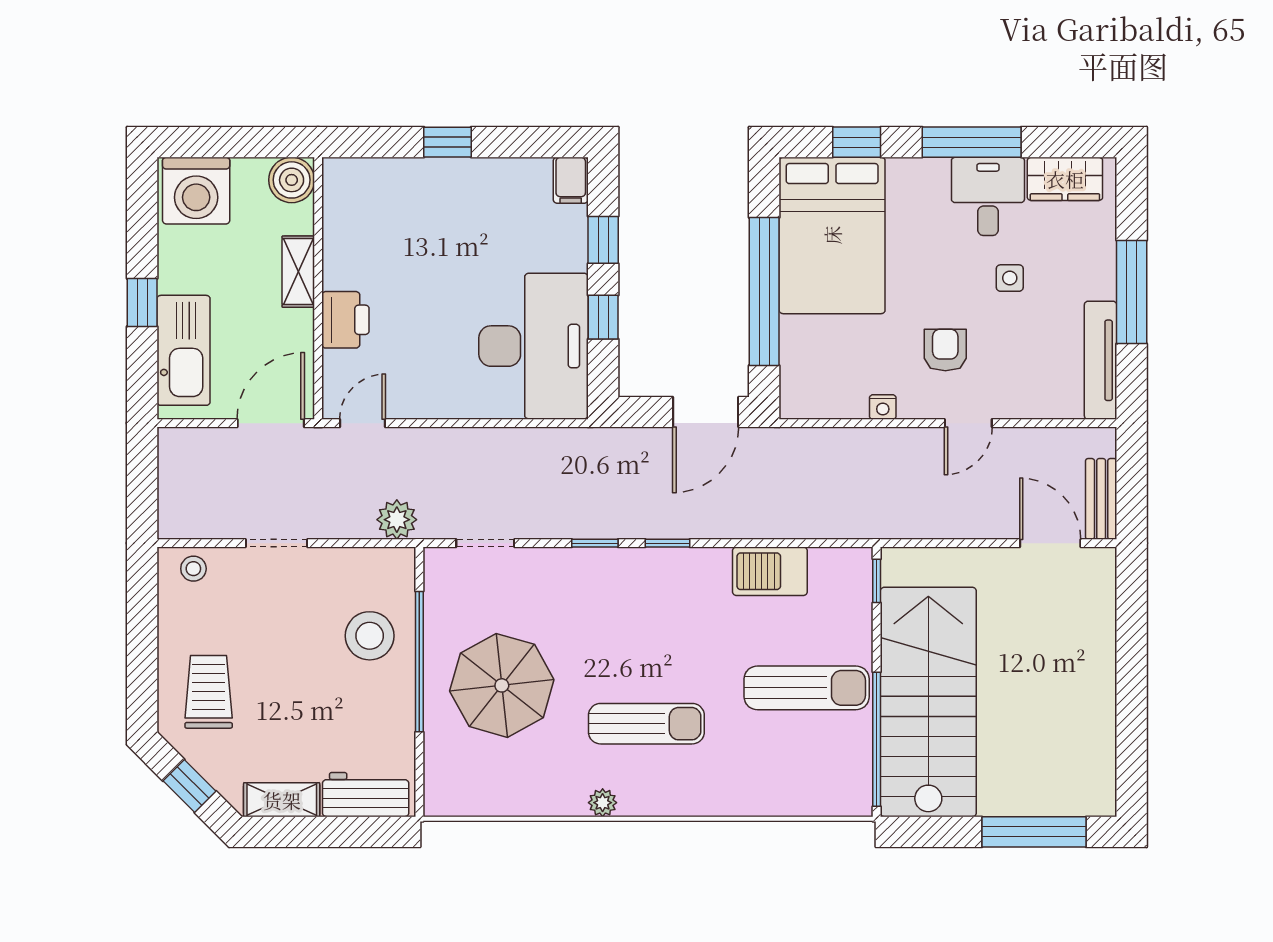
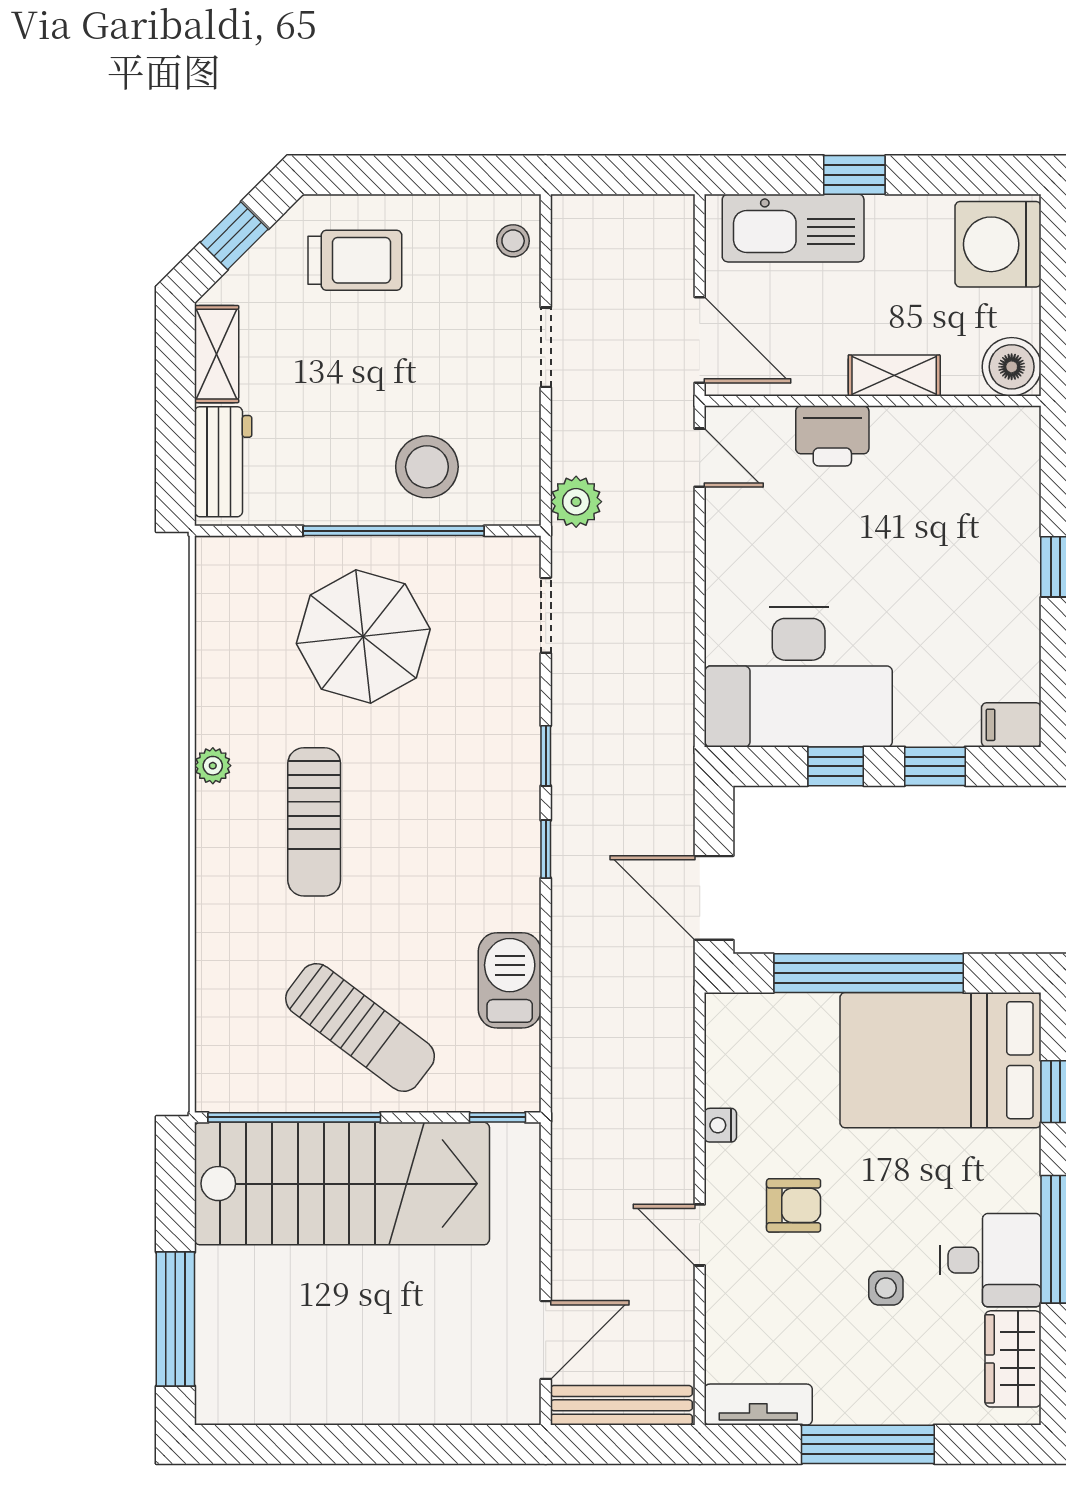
tv unit: (1101, 360) -> (758, 1405), width x0.71
bench: (1101, 499) -> (621, 1405), width x1.36
sun lounger: (807, 688) -> (360, 1027), turned -53

